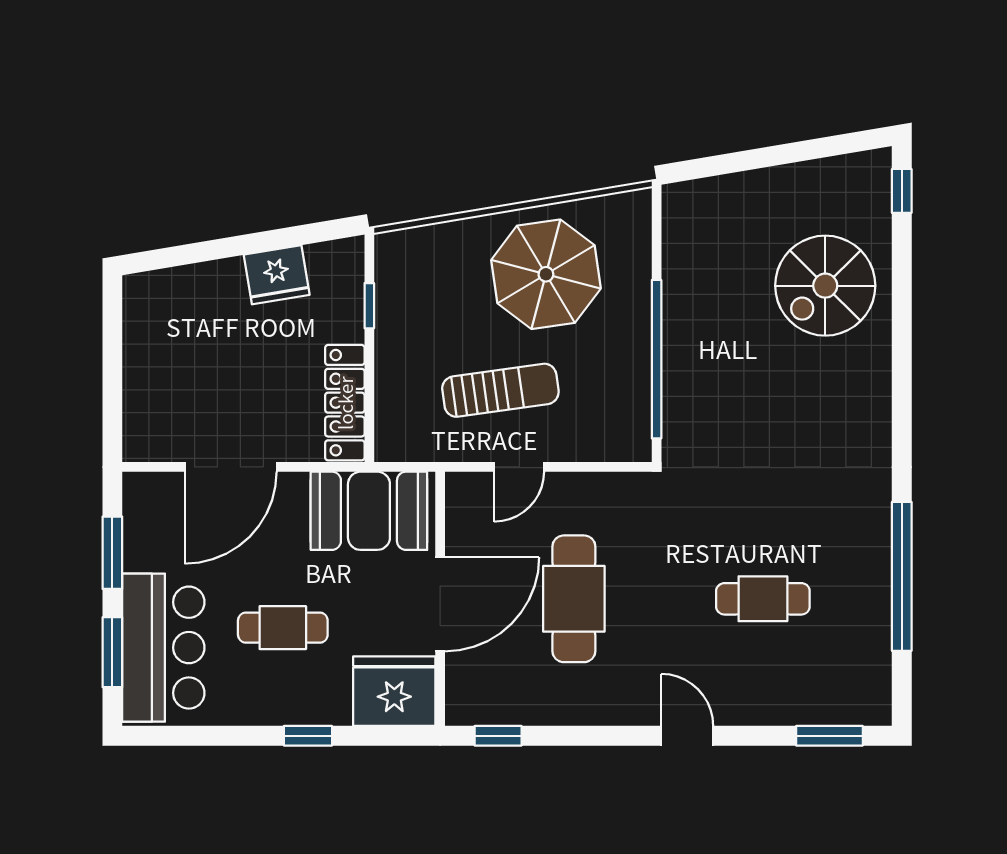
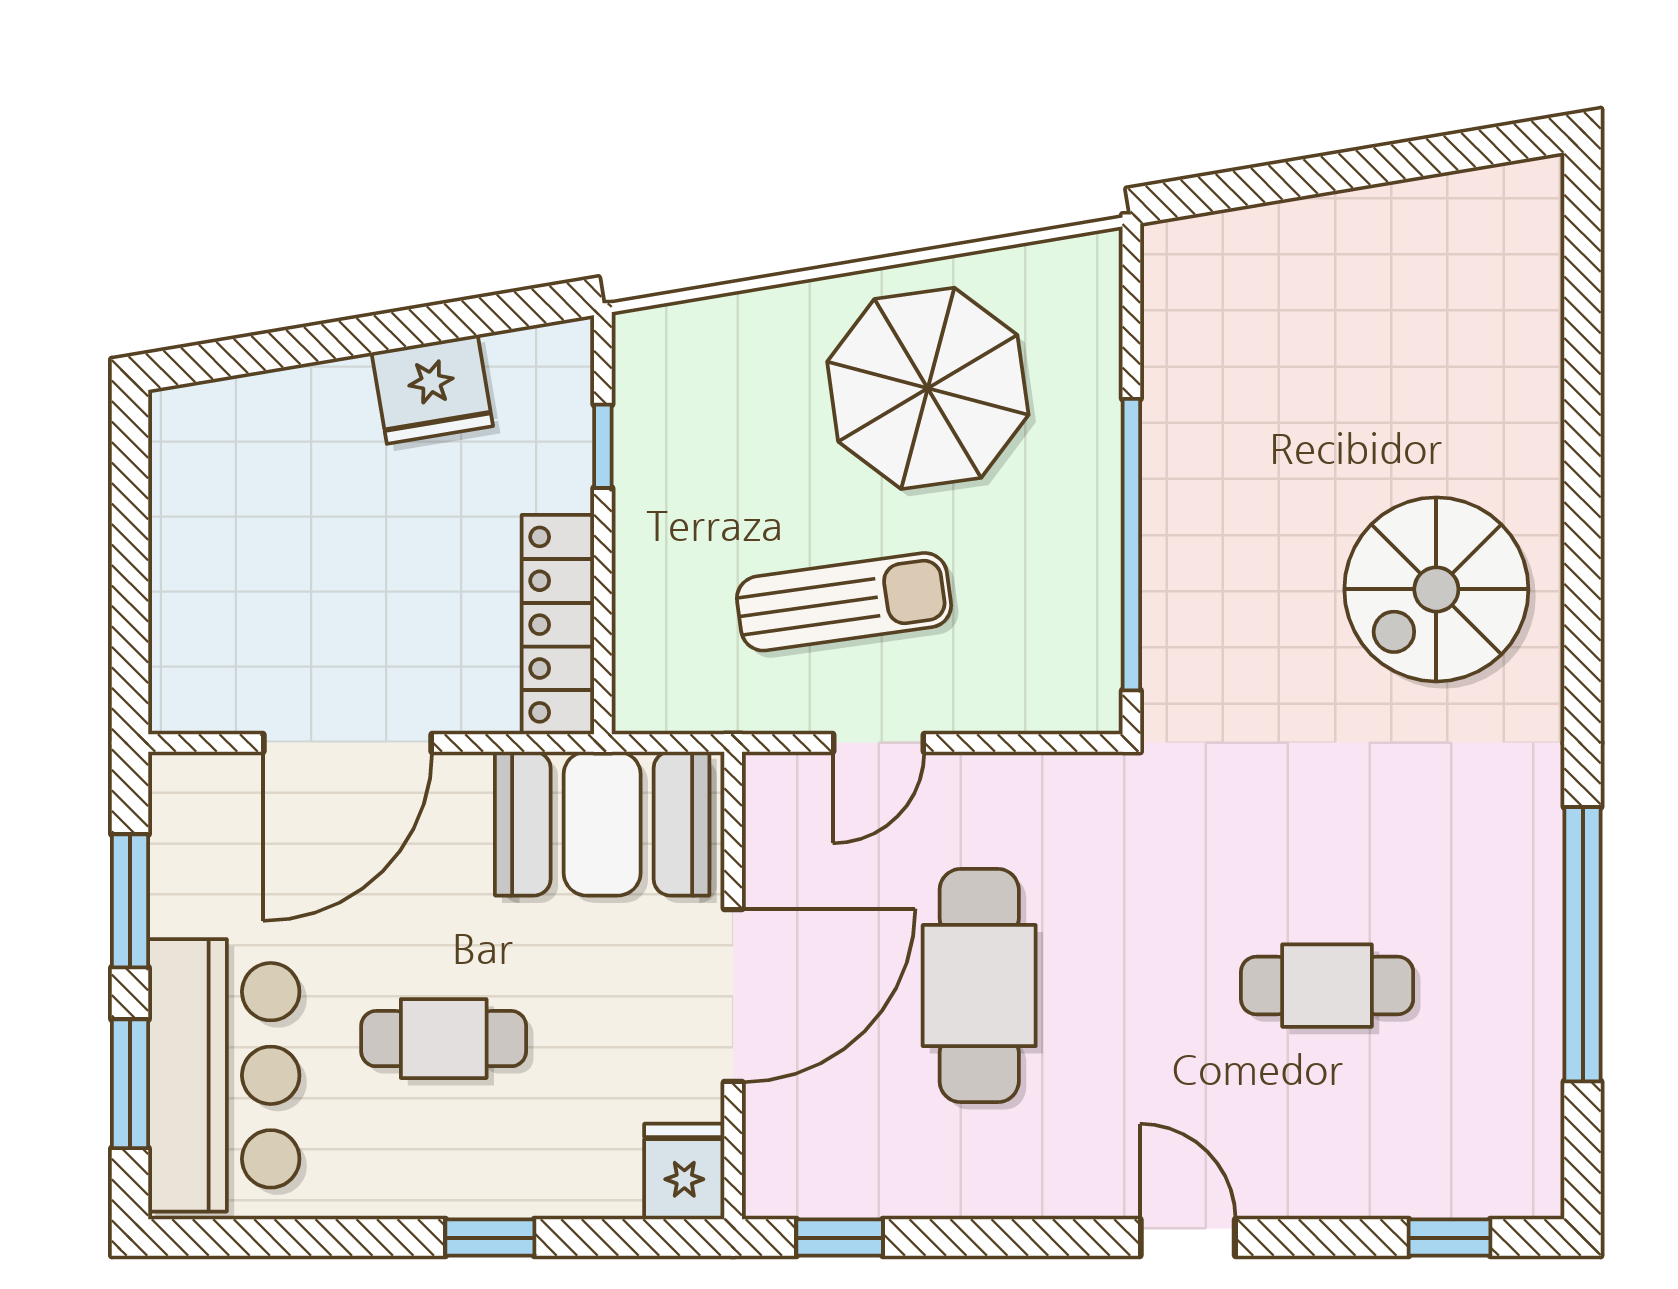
window: (902, 191) -> (1583, 235), removed
spiral stairs: (825, 286) -> (1436, 589), moved
fridge: (394, 691) -> (684, 1172), width x0.53, depth x0.75
window: (829, 736) -> (1449, 1238), width x0.67

